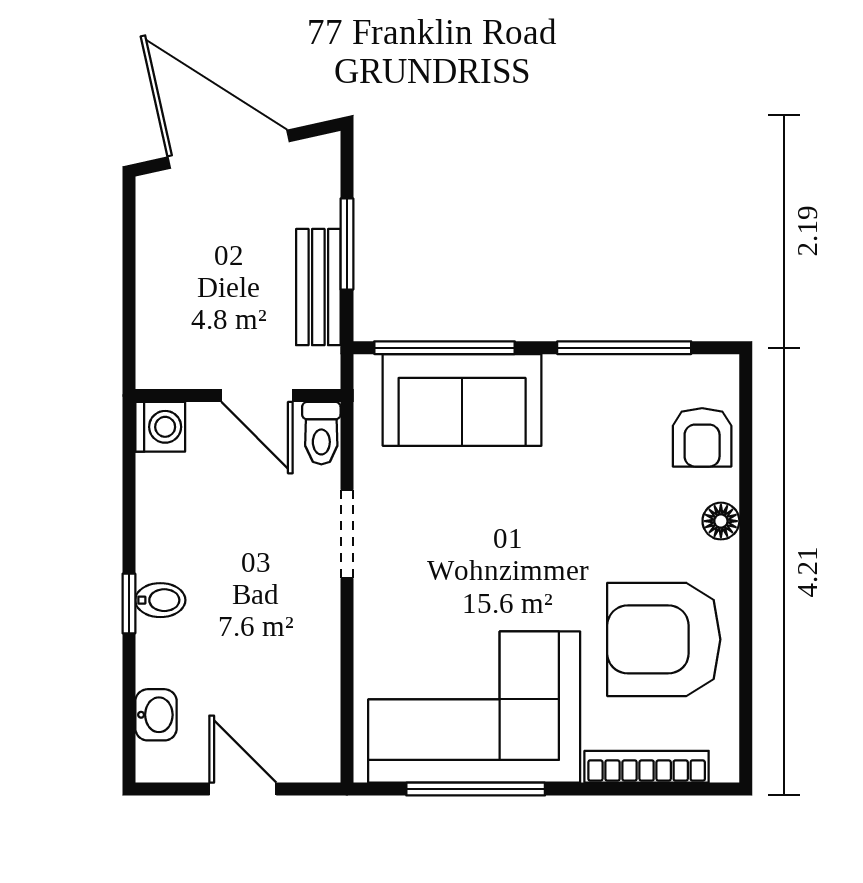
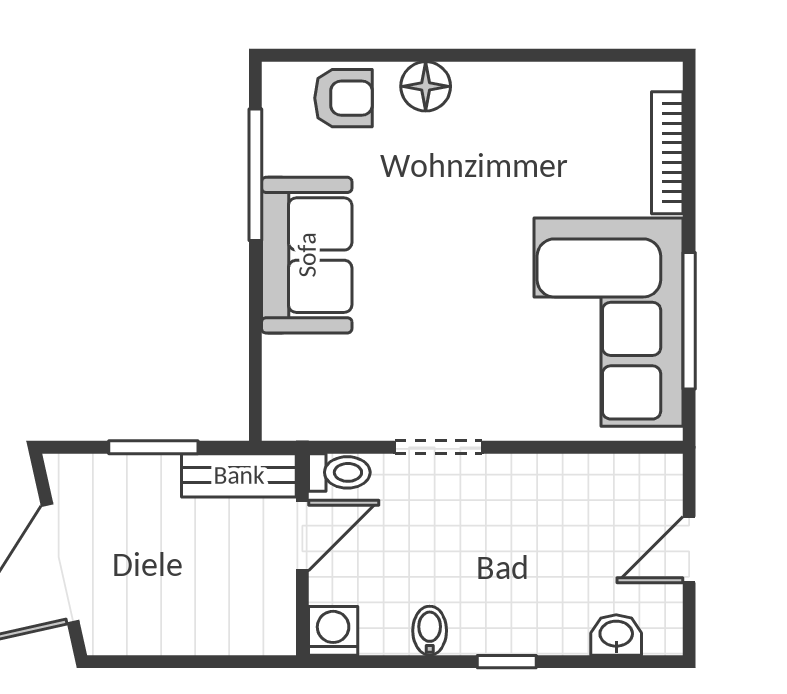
bench: (318, 287) -> (239, 475), moved
window: (445, 348) -> (255, 351), removed
sofa: (462, 400) -> (307, 255), moved
floor lamp: (721, 521) -> (426, 86), width x1.37, depth x1.37
bidet: (160, 600) -> (430, 631), moved
armchair: (664, 639) -> (542, 136), removed

